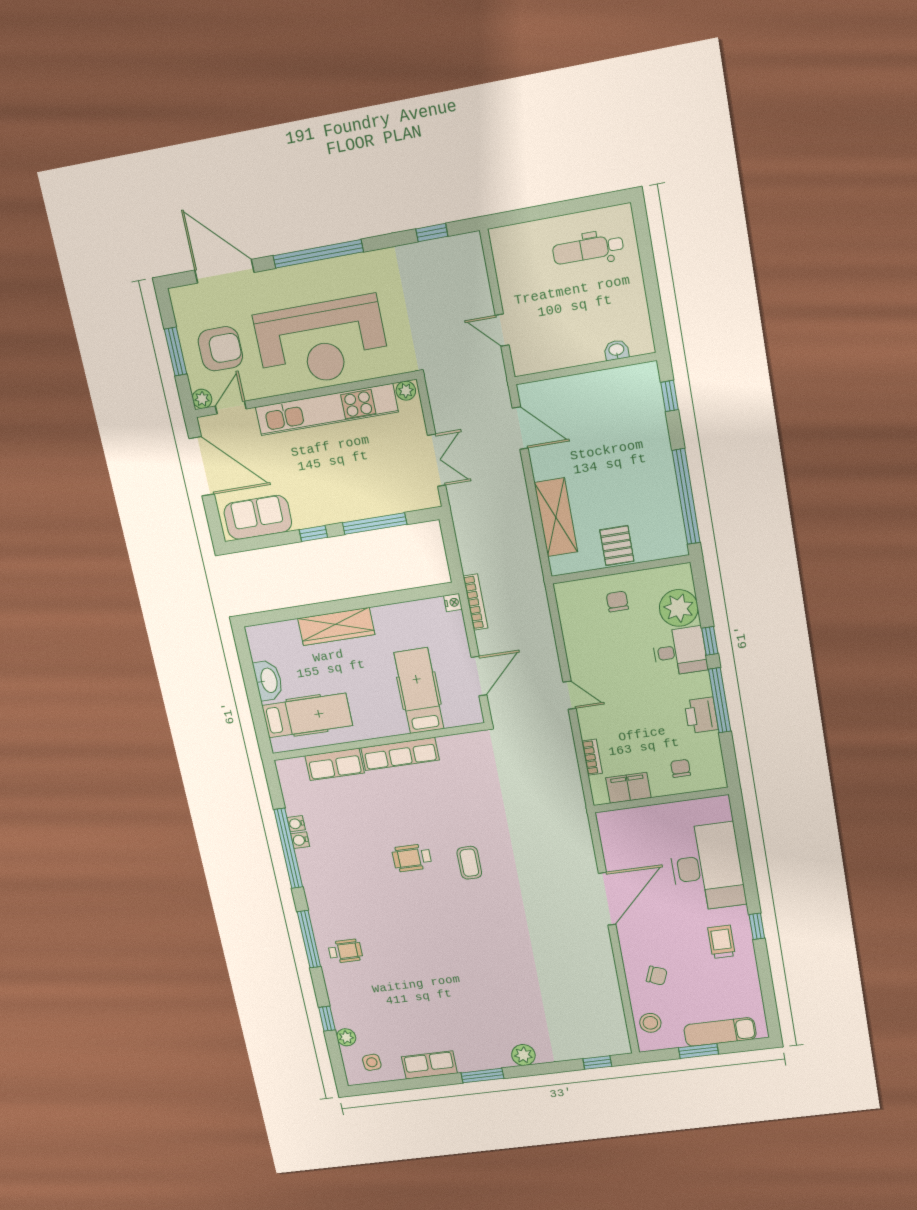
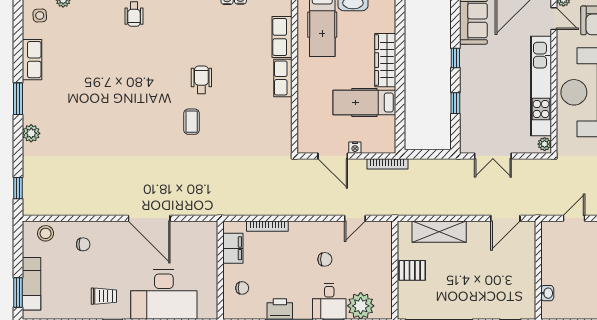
window: (375, 524) -> (455, 103), width x0.46
chair: (617, 601) -> (325, 259), moved
nightstand: (453, 603) -> (355, 148), moved
hospital bed: (419, 691) -> (364, 102), moved, turned 180
door: (570, 695) -> (355, 218), moved
row of seats: (400, 754) -> (283, 78), width x0.68
bookcase: (592, 757) -> (267, 226), width x1.56
coffee table: (469, 863) -> (192, 122), turned 90
chair: (657, 976) -> (83, 244), turned -112
window: (698, 1051) -> (18, 292), moved

